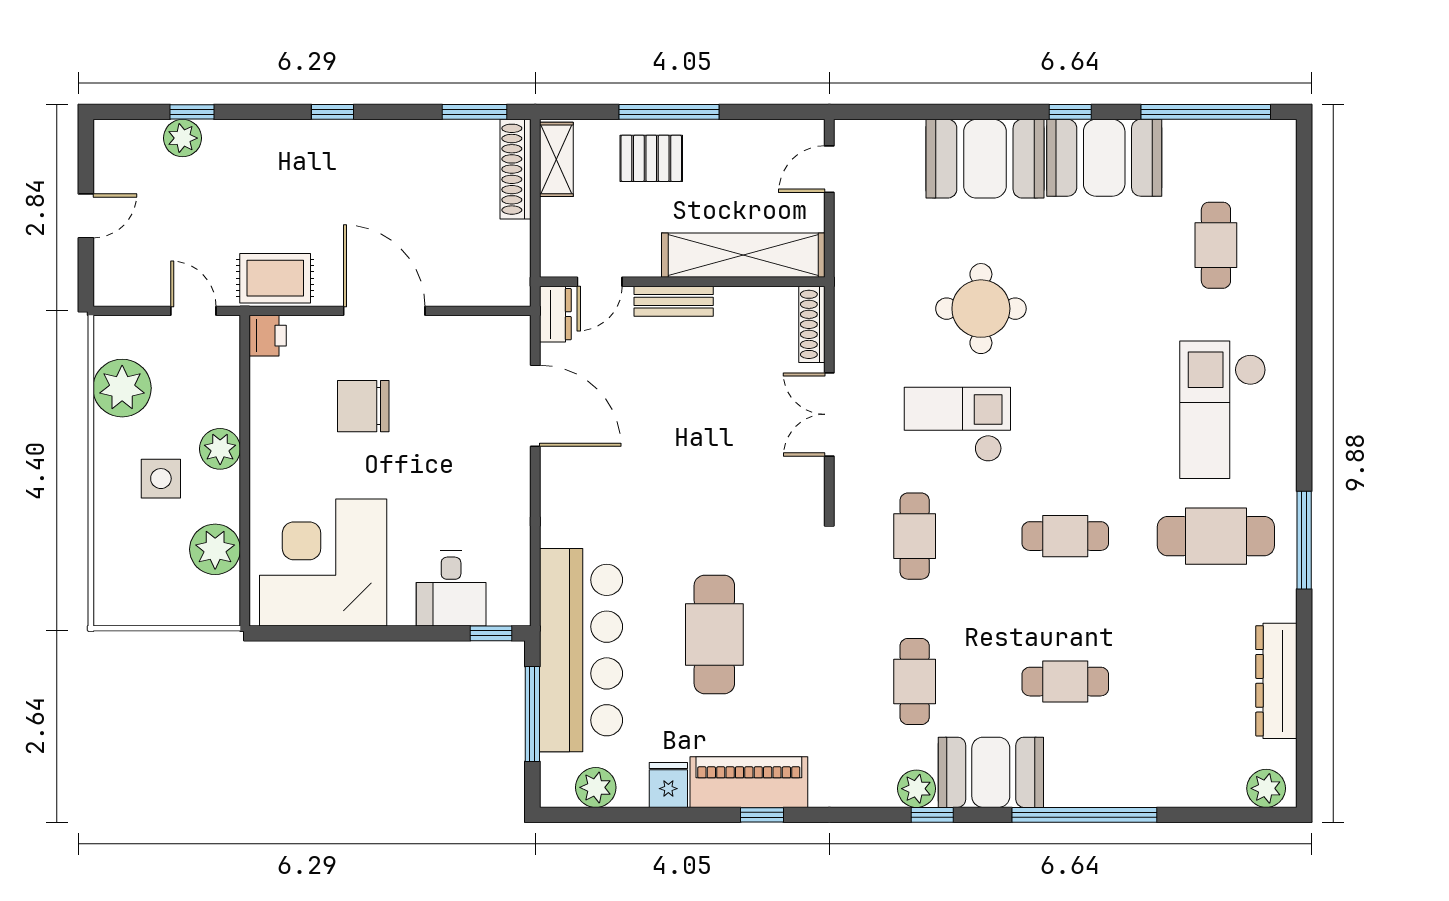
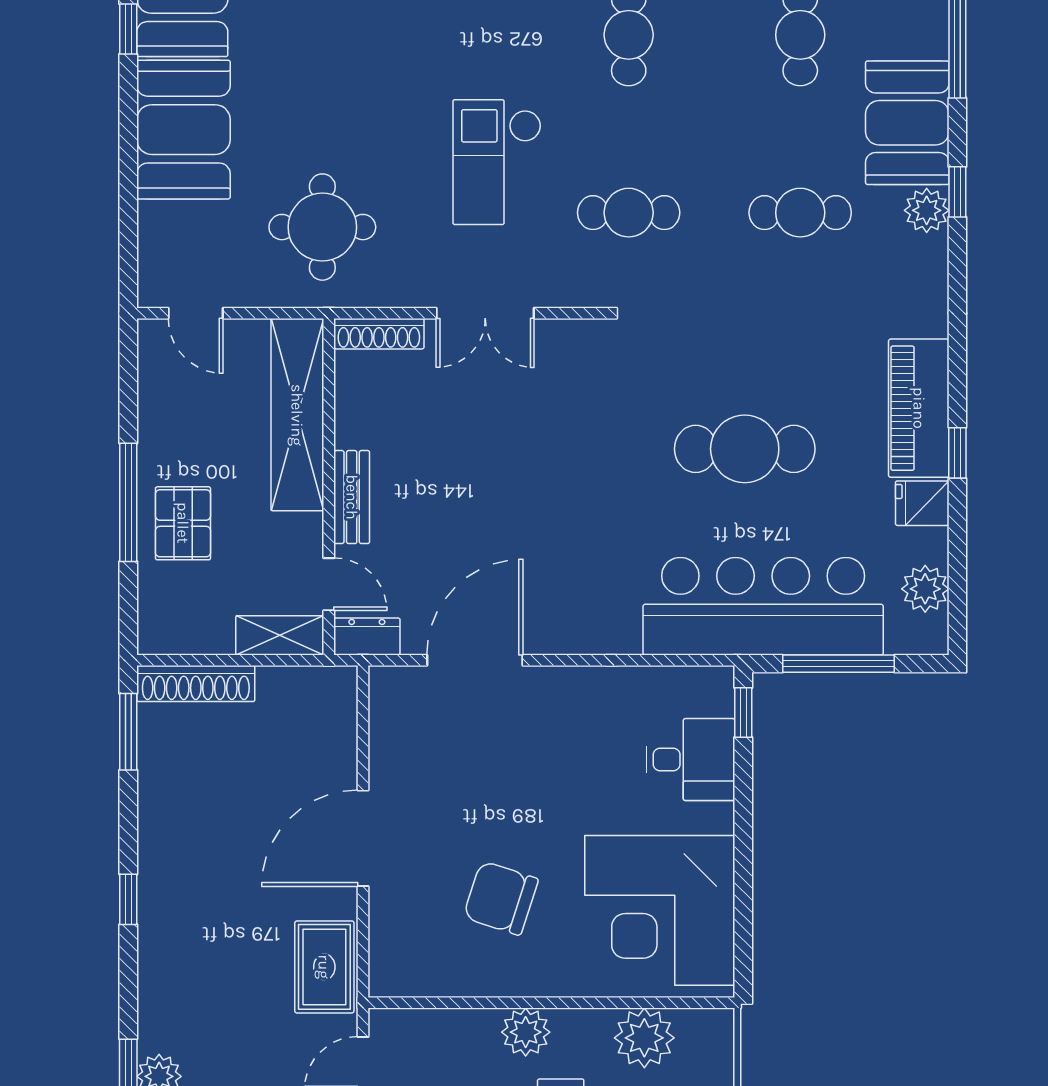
shelving: (556, 159) -> (280, 635), moved
round table: (981, 309) -> (322, 227), moved
printer: (268, 336) -> (392, 976), removed
chair: (363, 406) -> (501, 898), moved, turned 108
window: (762, 815) -> (957, 453), moved

